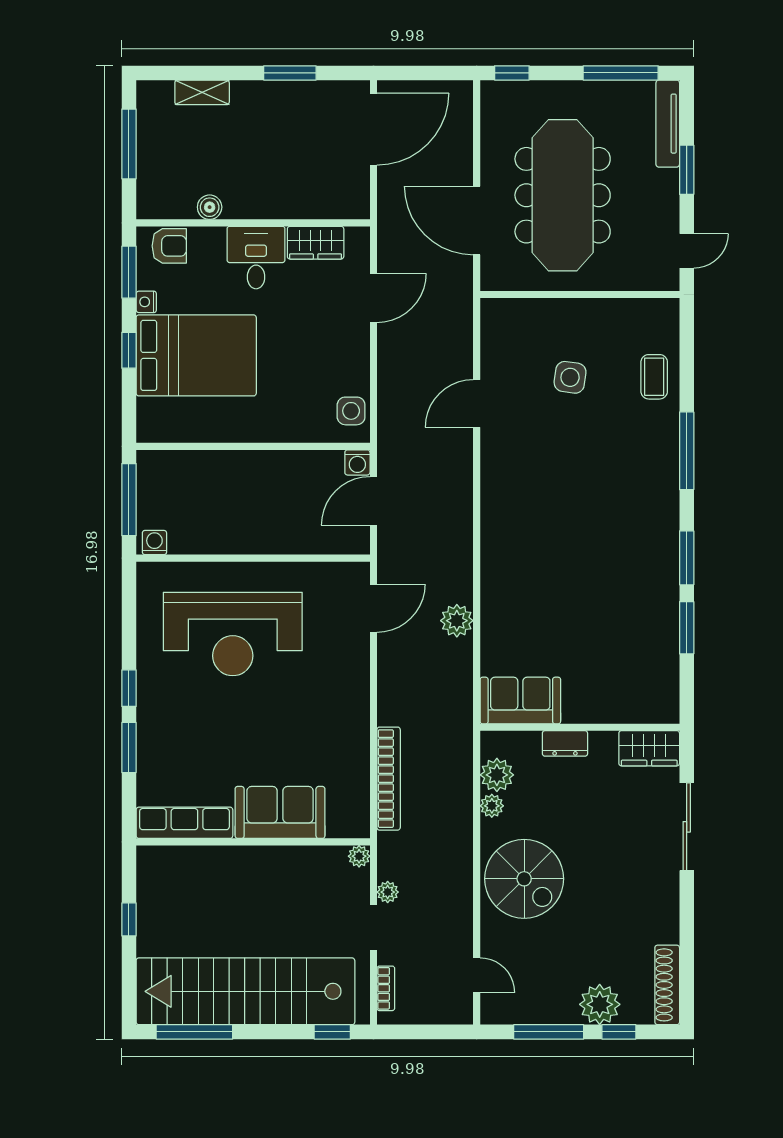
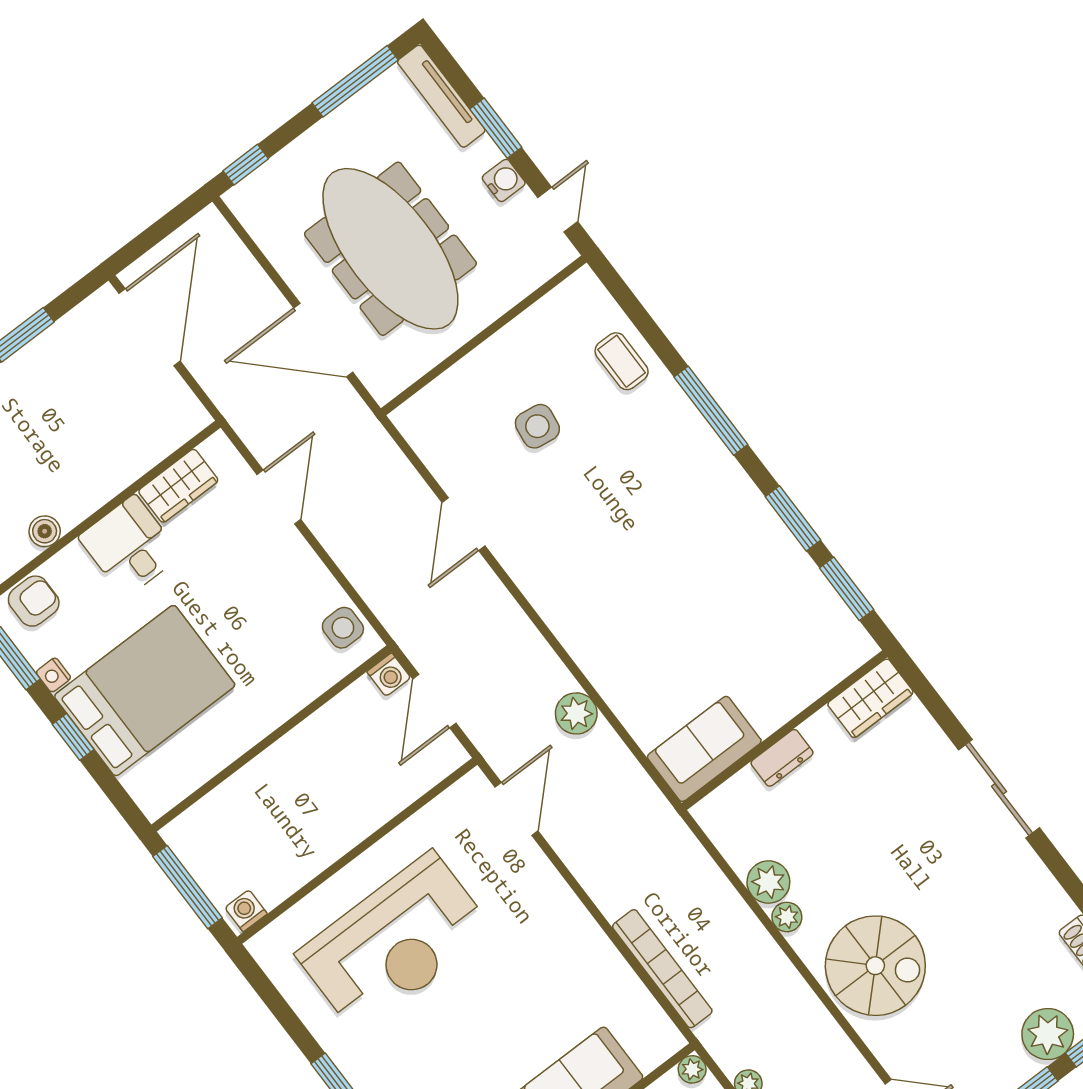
water cooler: (667, 207) -> (504, 180), added
plant: (457, 621) -> (576, 713), moved
sofa: (520, 701) -> (704, 749), moved
wall: (580, 727) -> (785, 730), moved
dresser: (565, 743) -> (782, 758), moved
wardrobe: (649, 748) -> (870, 698), moved

